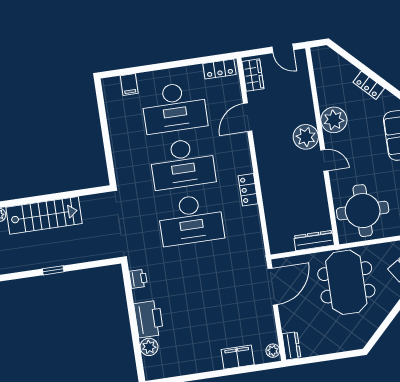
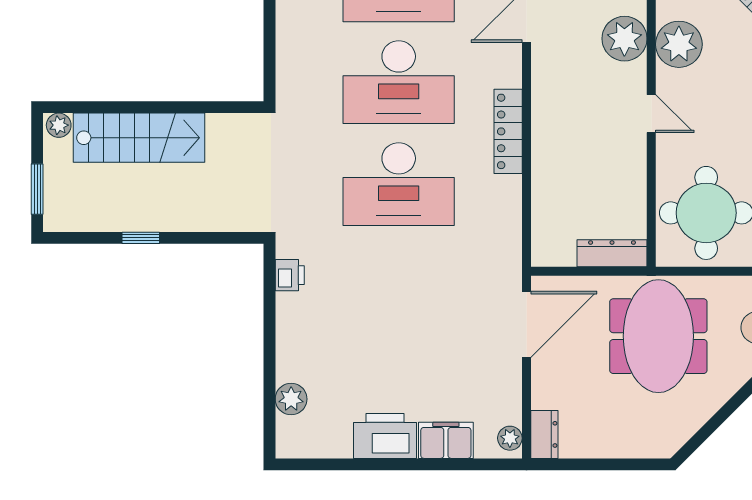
plant: (306, 137) -> (624, 39), moved
locker: (248, 190) -> (508, 131), width x1.53
printer: (149, 319) -> (385, 436), moved, turned -90

